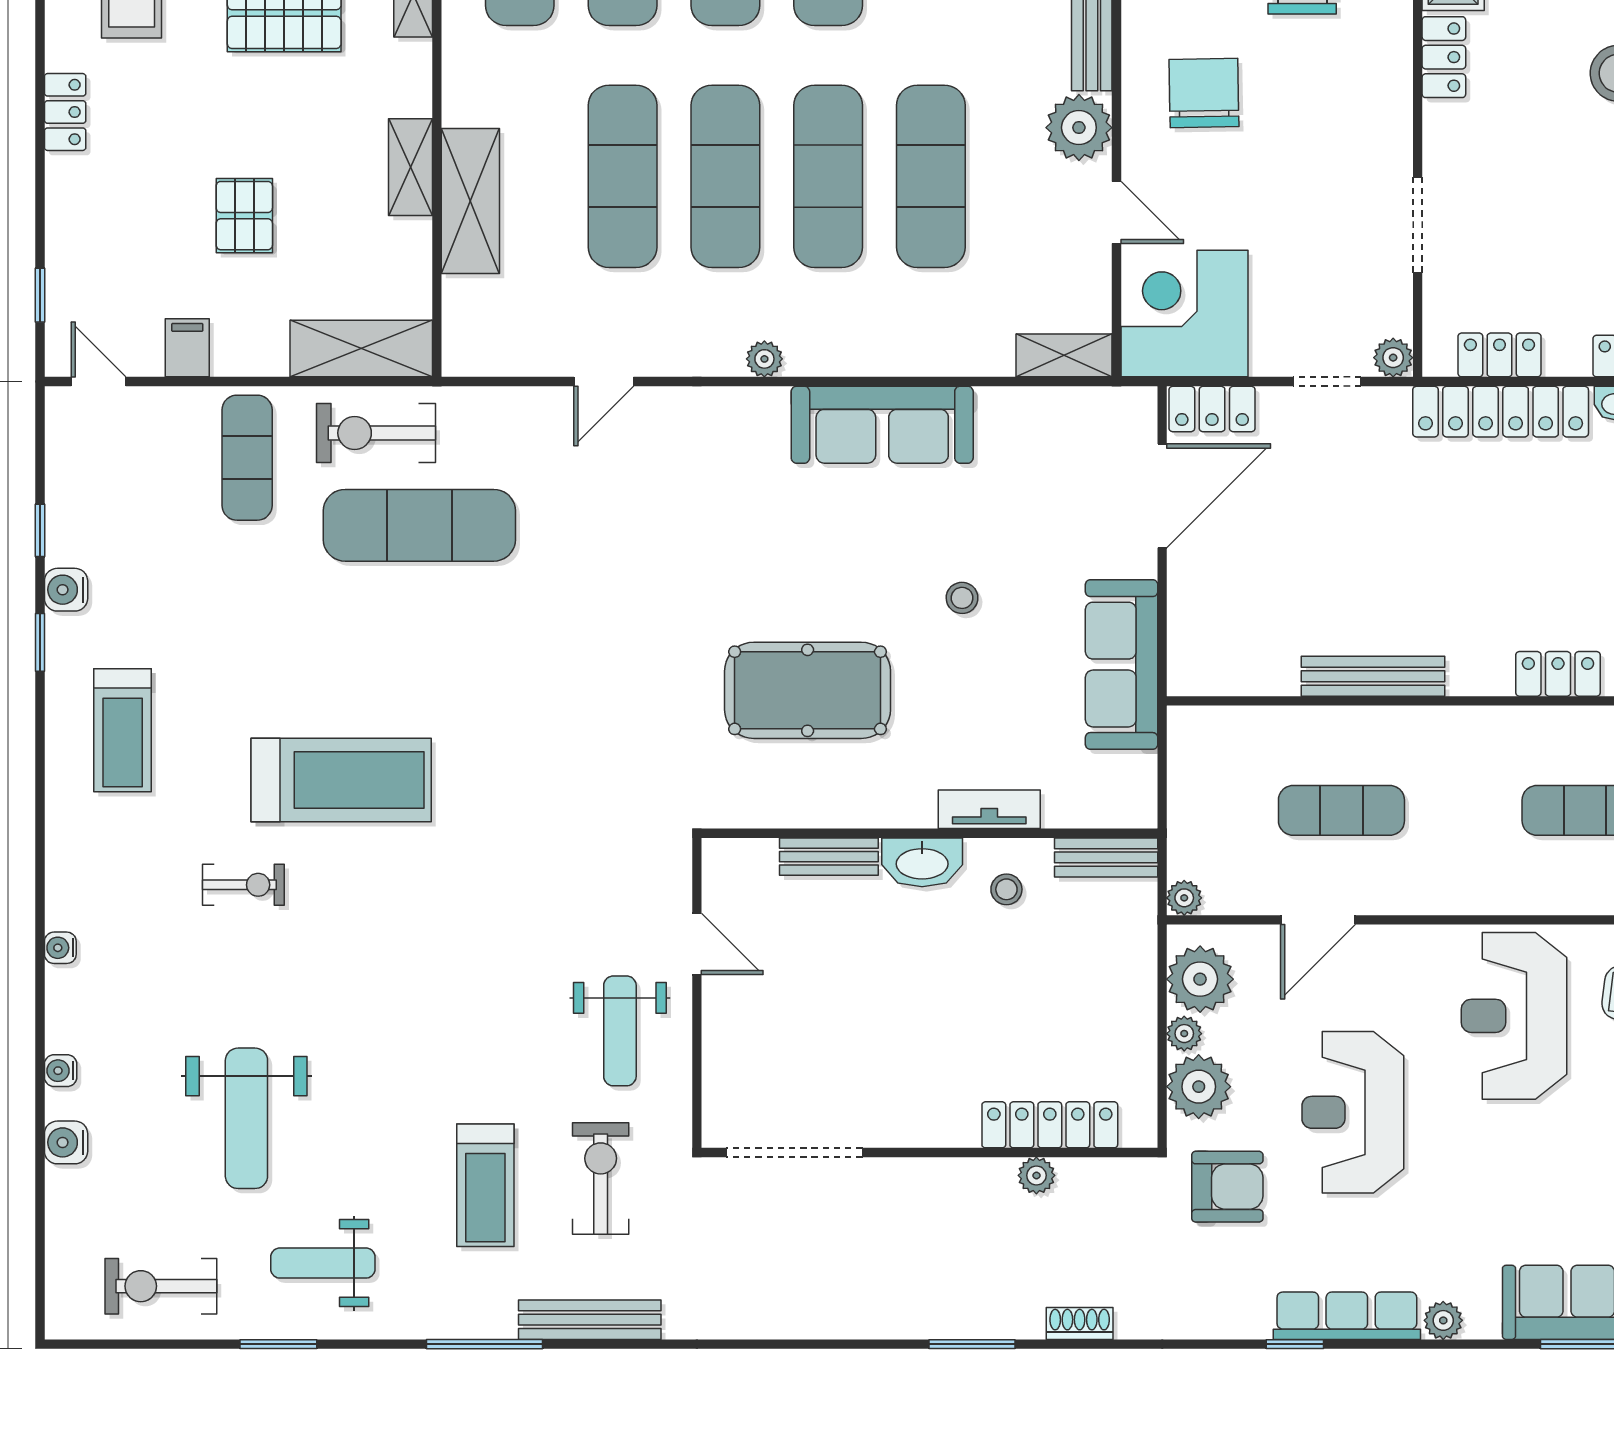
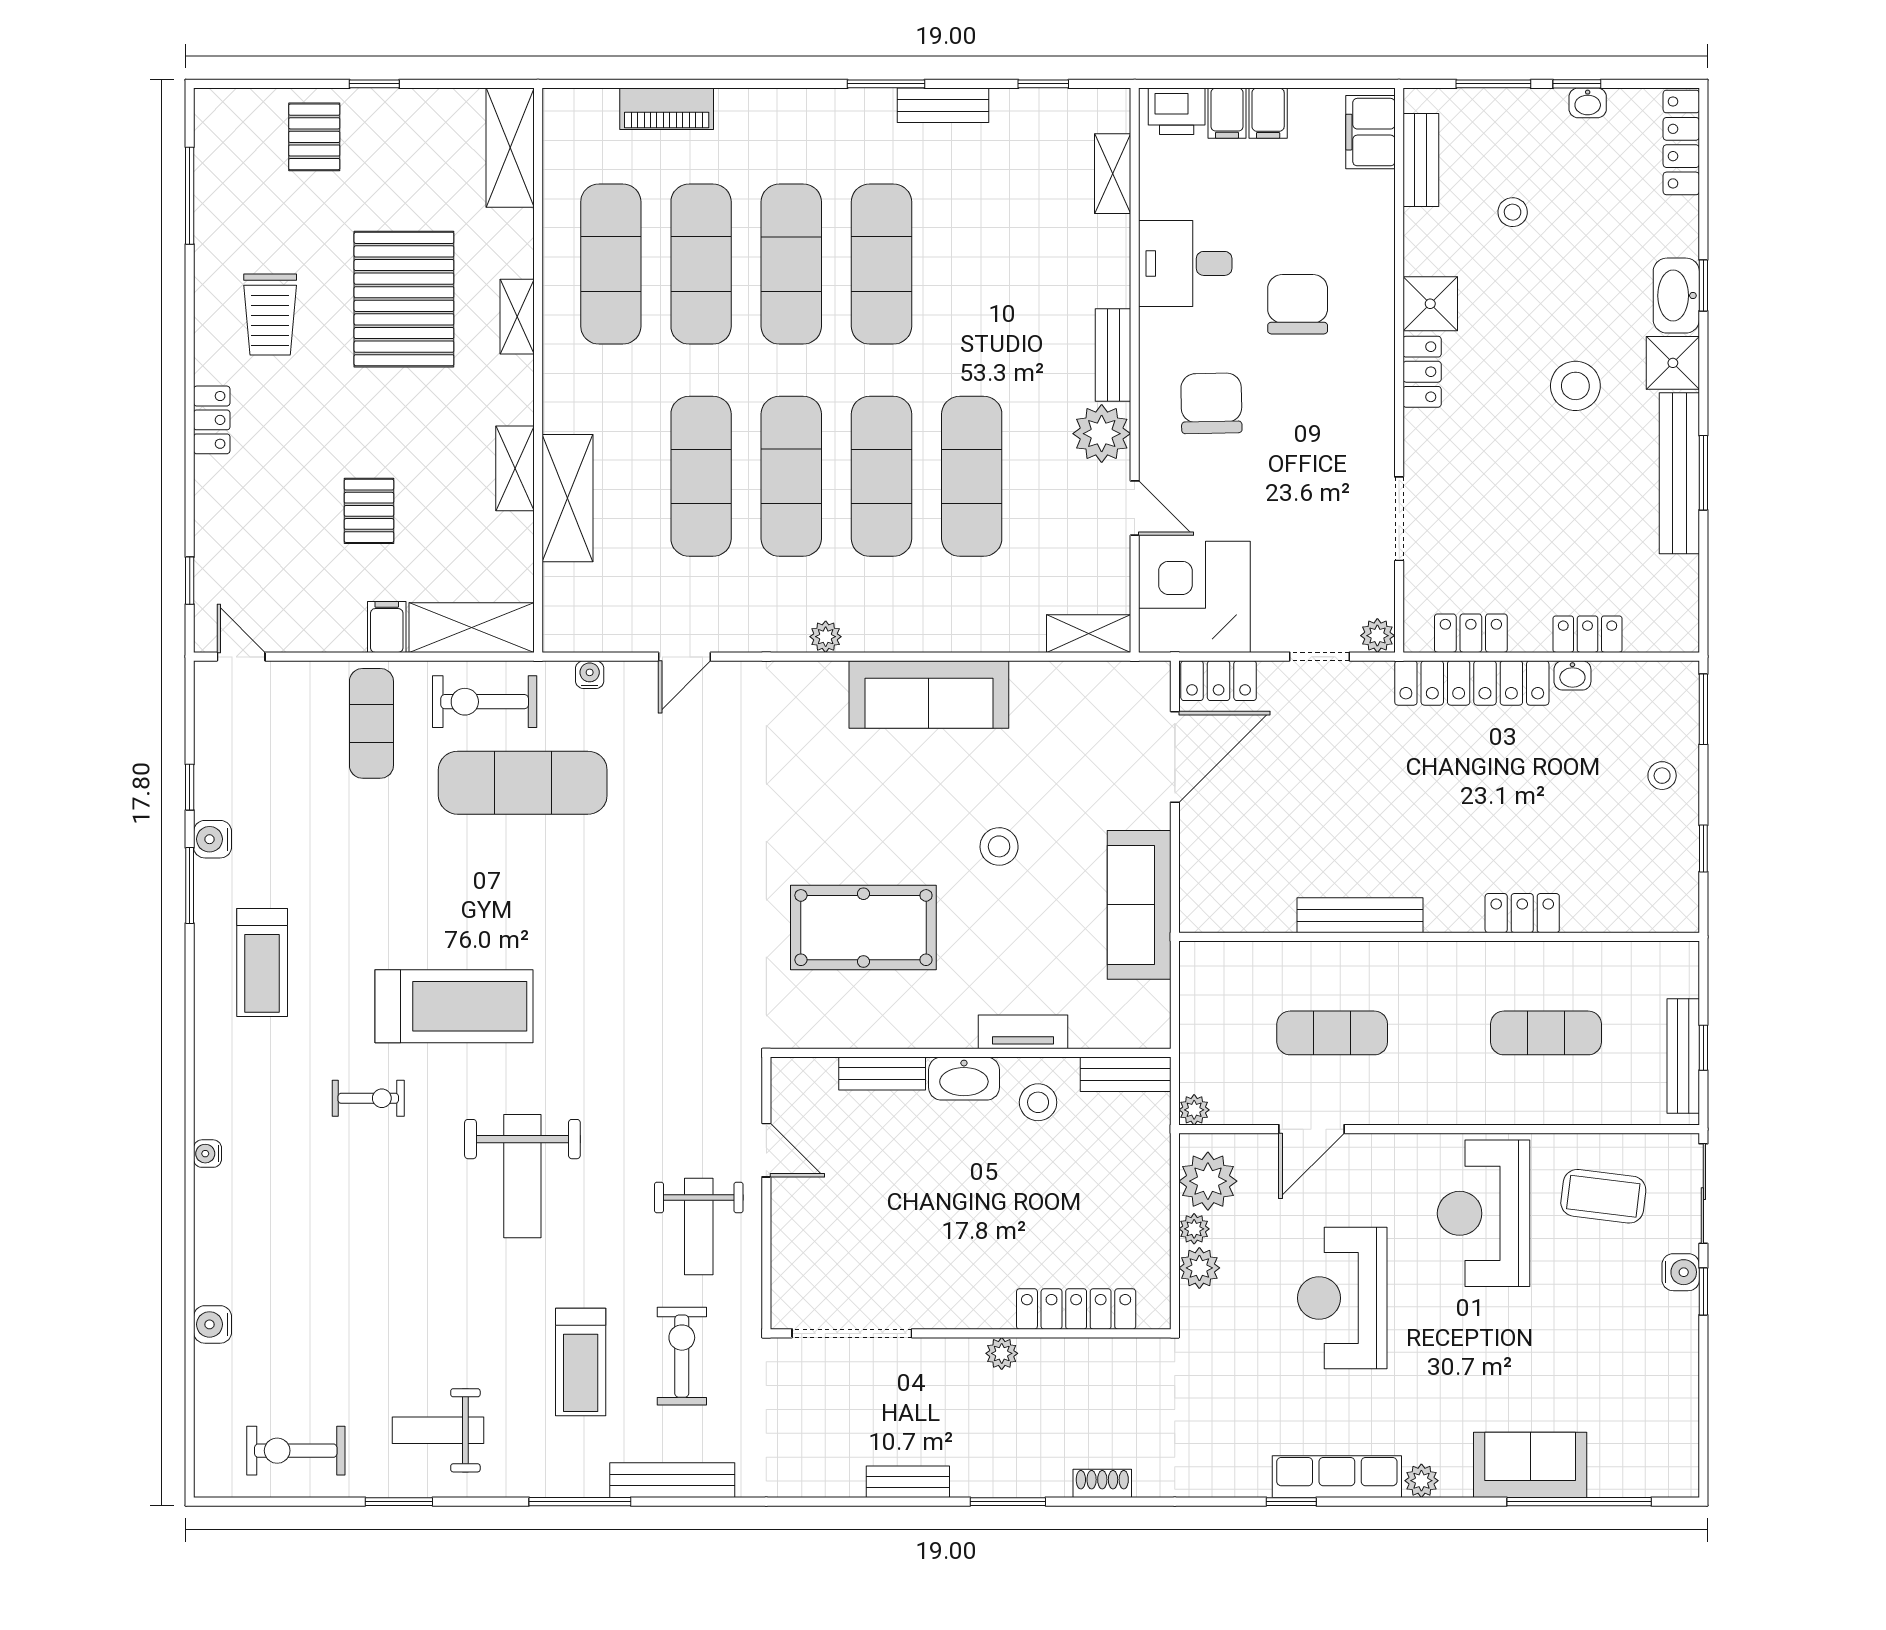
filing cabinet: (187, 348) -> (387, 627), moved
stool: (962, 598) -> (999, 846), width x1.37, depth x1.37
window: (40, 642) -> (190, 886), width x1.50
stool: (1006, 889) -> (1038, 1102), width x1.37, depth x1.37
water cooler: (61, 1071) -> (590, 675), moved, turned 90
plant: (1199, 1087) -> (1199, 1268), width x0.73, depth x0.73
weight bench: (246, 1118) -> (522, 1176), moved
plant: (1036, 1175) -> (1002, 1353), moved
armchair: (1227, 1187) -> (1232, 1363), removed
bench: (858, 1322) -> (908, 1482), added

